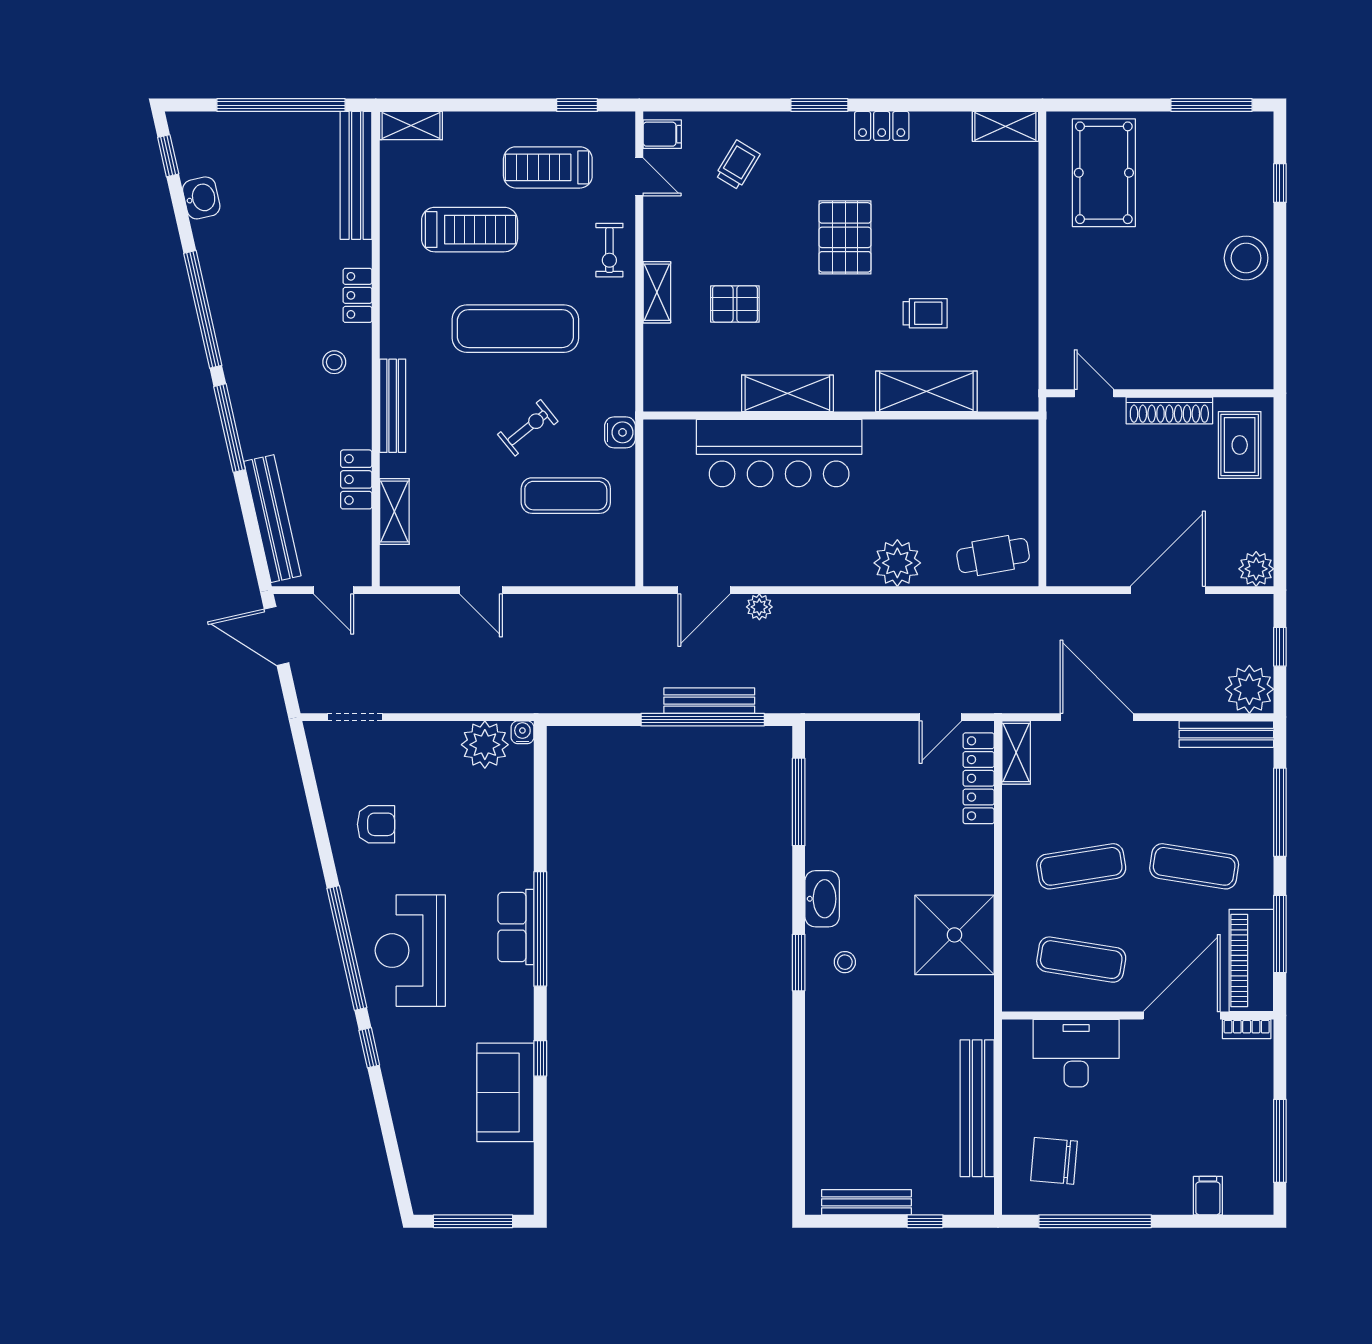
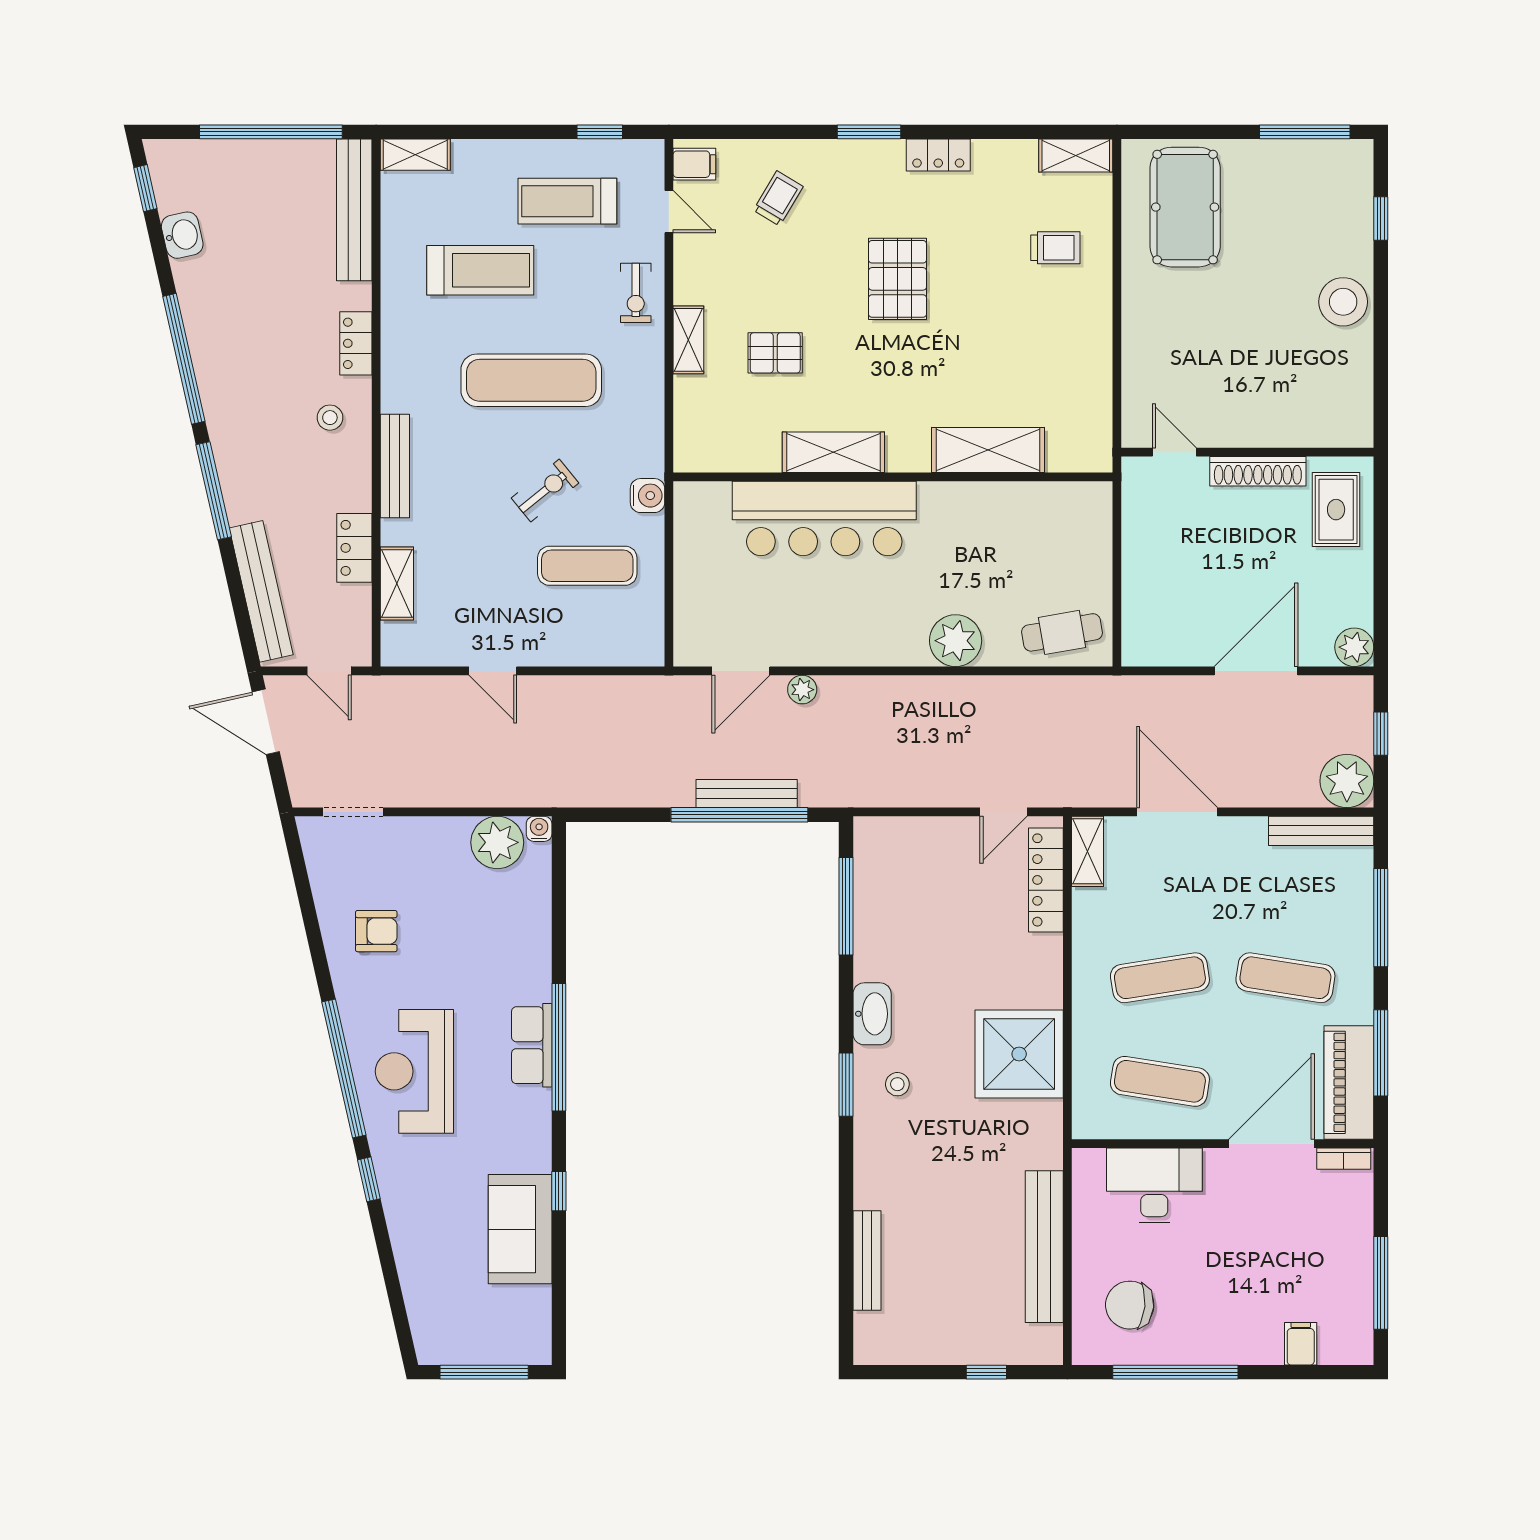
trolley: (925, 313) -> (1055, 248), moved
bench: (866, 1202) -> (867, 1260), moved, turned 90

